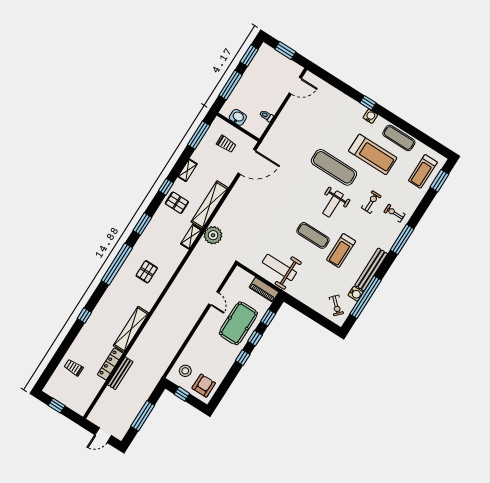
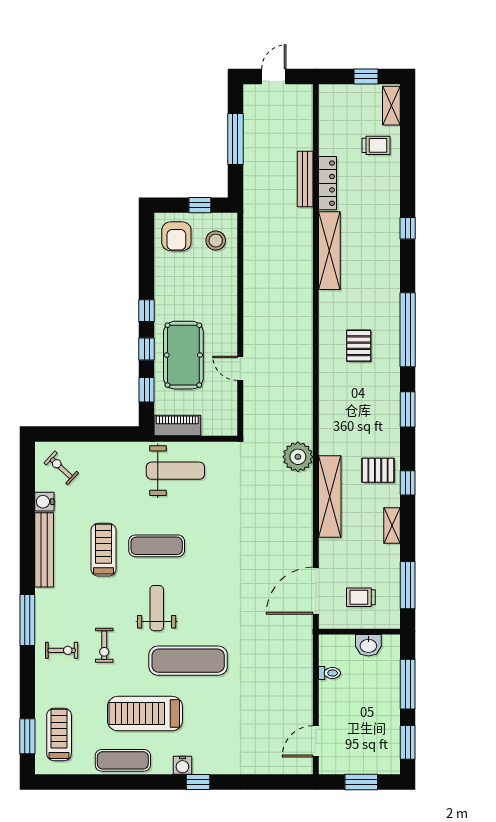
shelving: (191, 237) -> (391, 106), moved
window: (365, 297) -> (27, 506), removed

